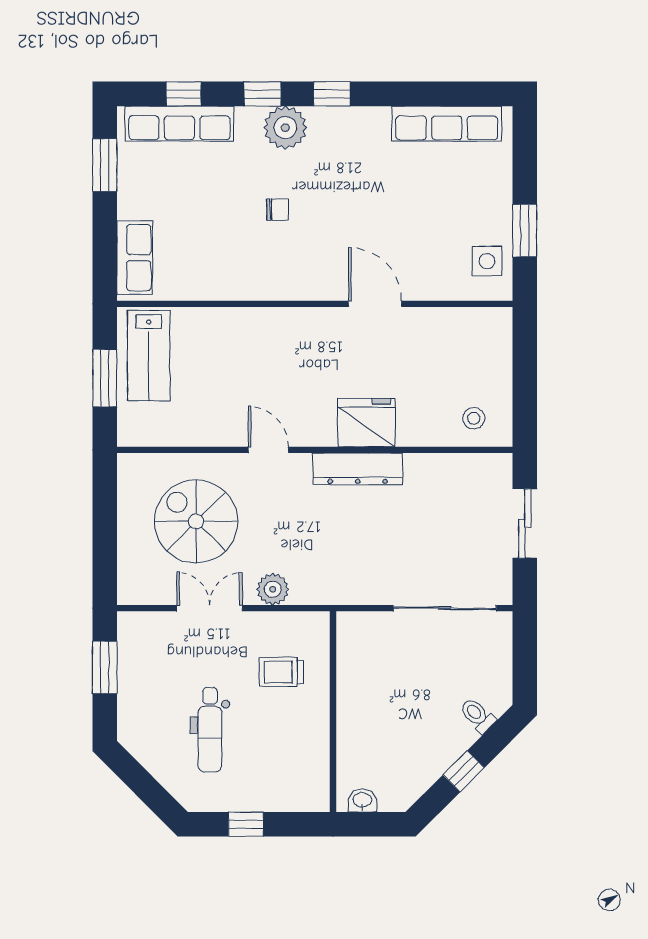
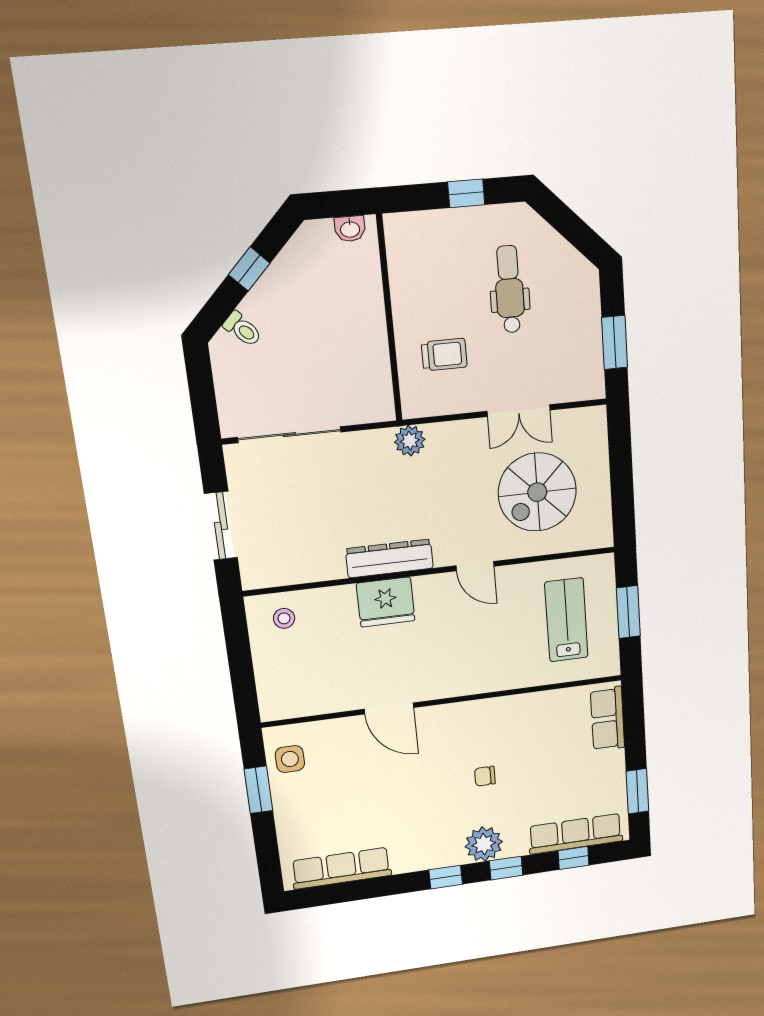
lab bench: (149, 356) -> (566, 620), moved
spiral stairs: (196, 521) -> (537, 492), turned 90
plant: (273, 589) -> (410, 441), moved

